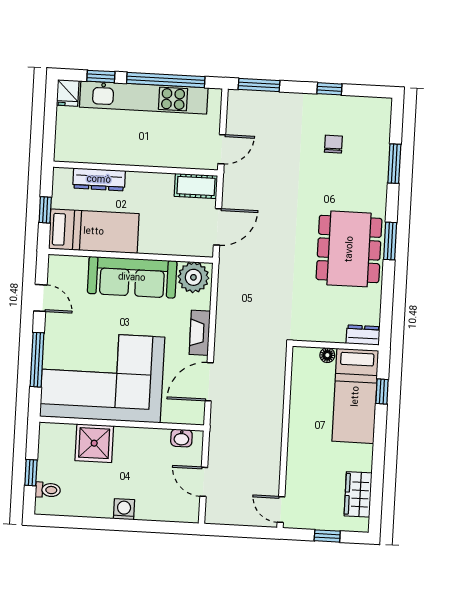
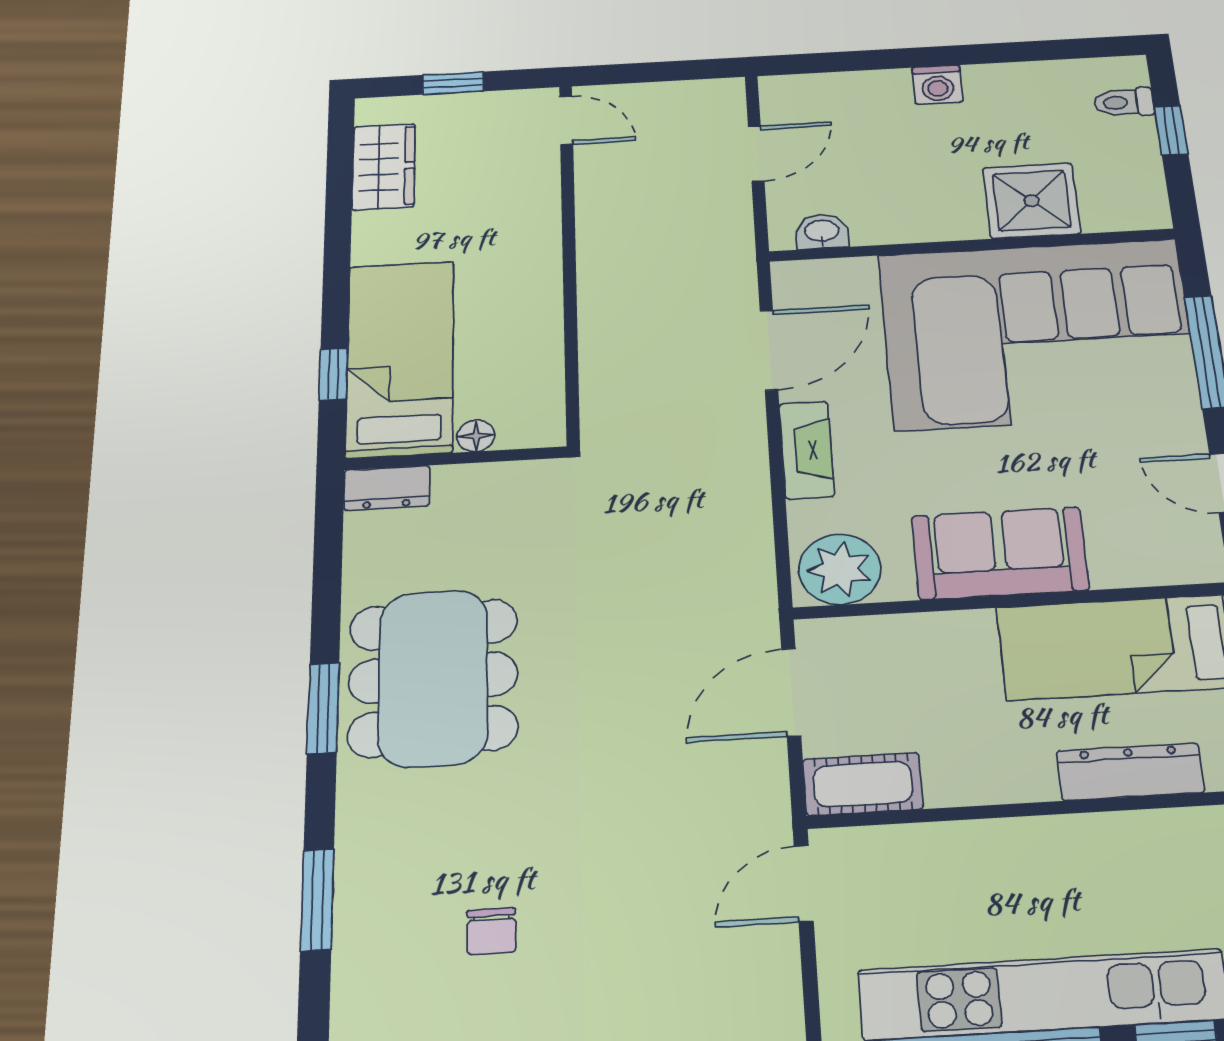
sofa: (132, 277) -> (1000, 553), width x0.73
door: (204, 482) -> (756, 154), hinge flipped

